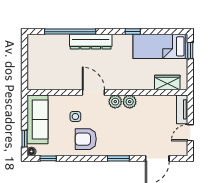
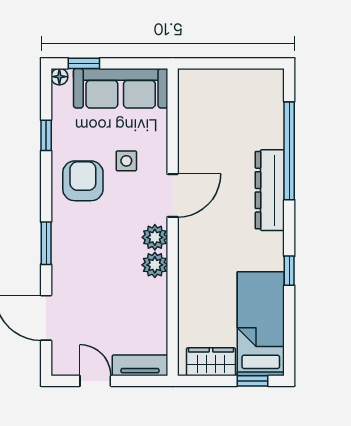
wardrobe: (167, 82) -> (211, 362), moved, turned -90
window: (48, 158) -> (46, 135), moved

